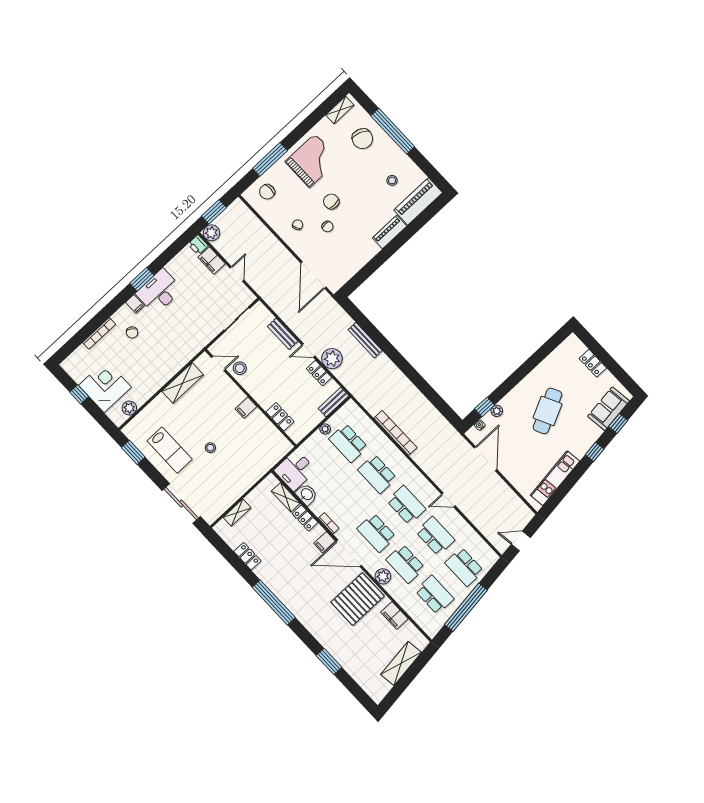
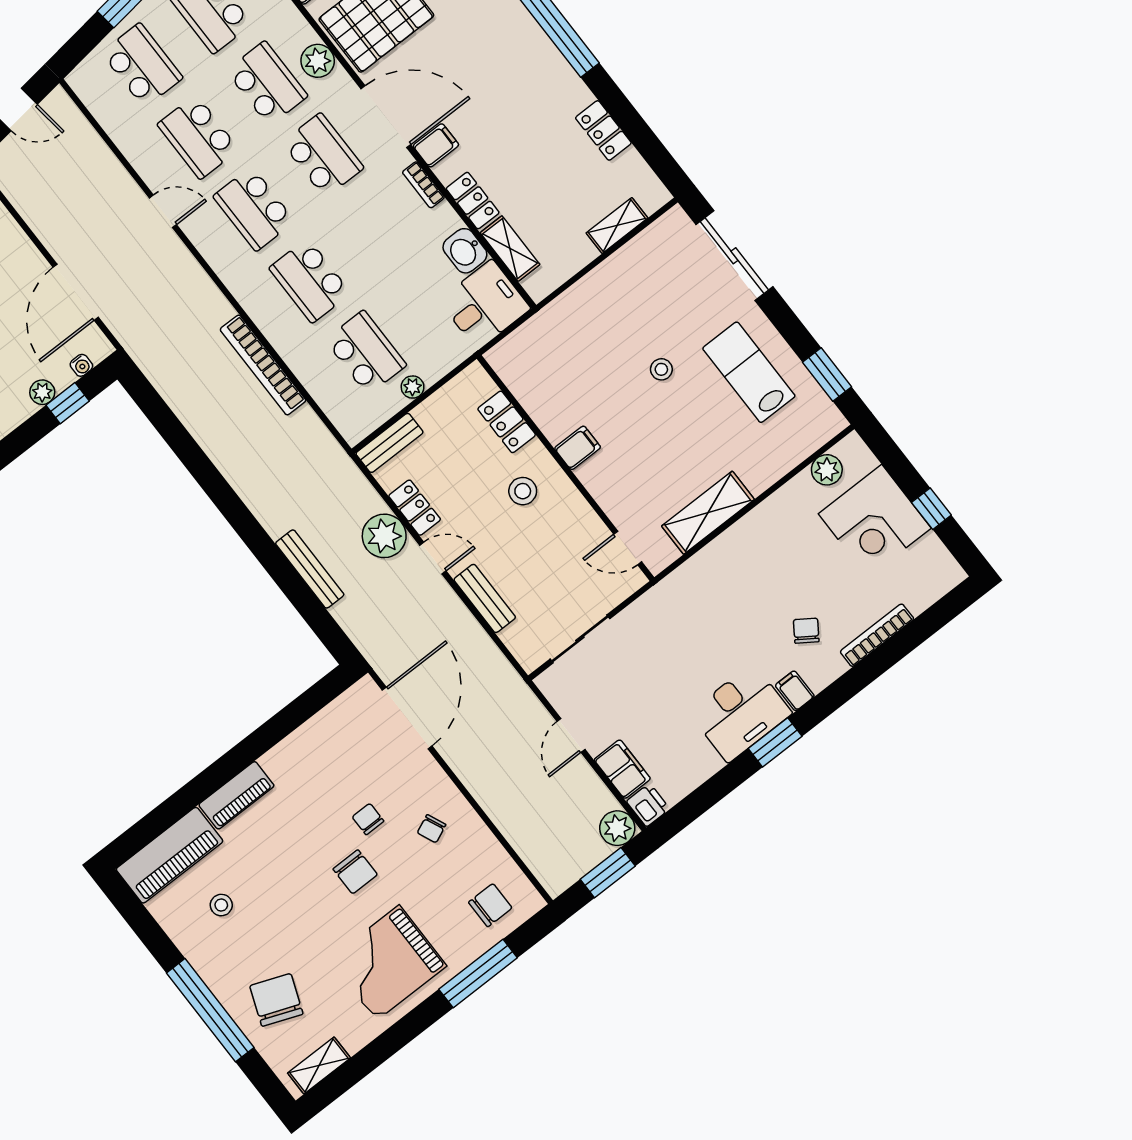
stool: (240, 368) -> (523, 491), moved
school desk: (377, 474) -> (310, 281), turned 180

